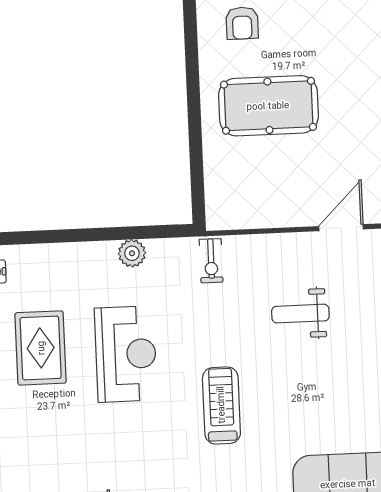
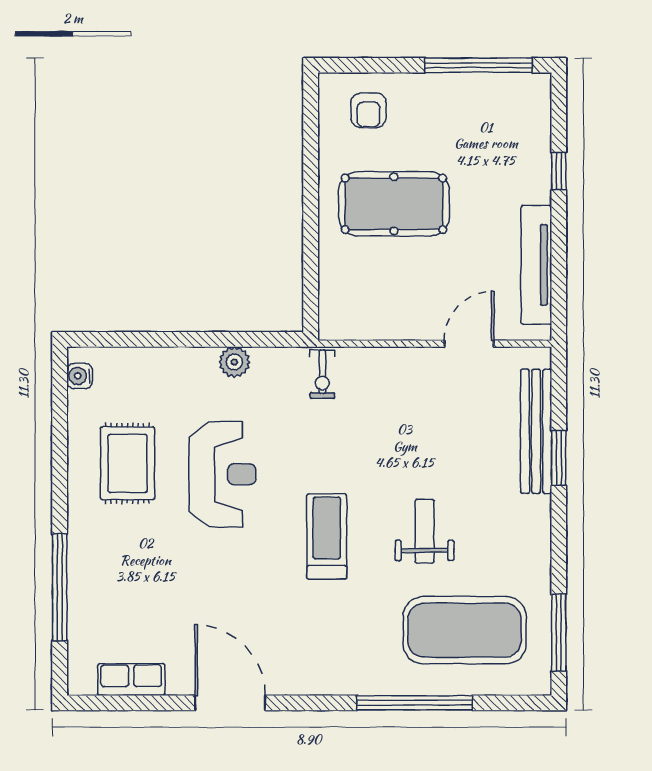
weight bench: (300, 314) -> (425, 531), moved, turned 90

